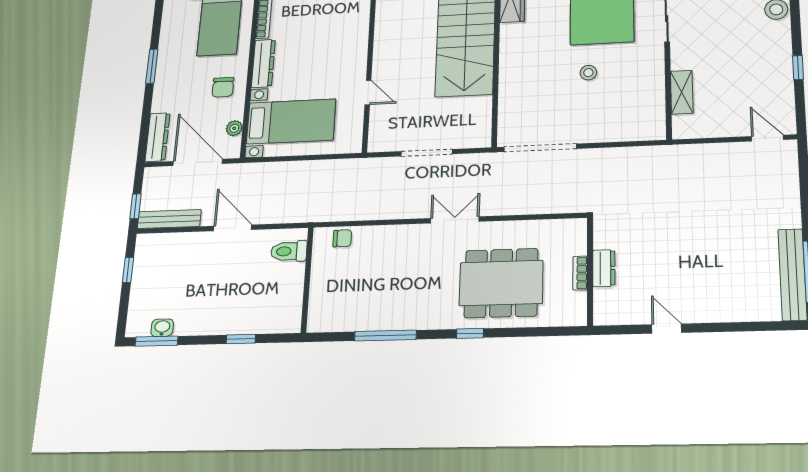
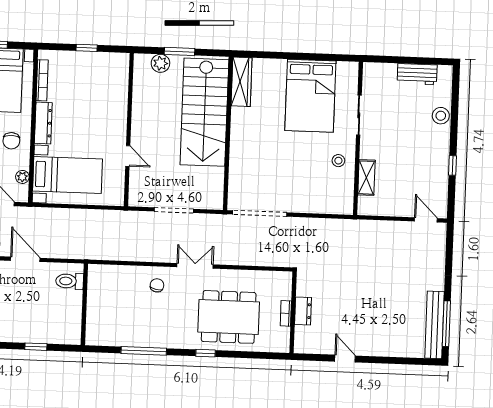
stool: (588, 73) -> (338, 161), moved
chair: (342, 238) -> (157, 285), moved, turned -79

